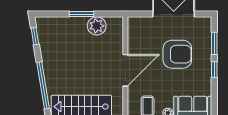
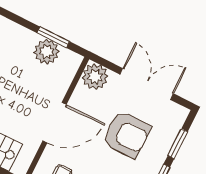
window: (81, 14) -> (53, 37), moved
plant: (137, 26) -> (95, 77), added

